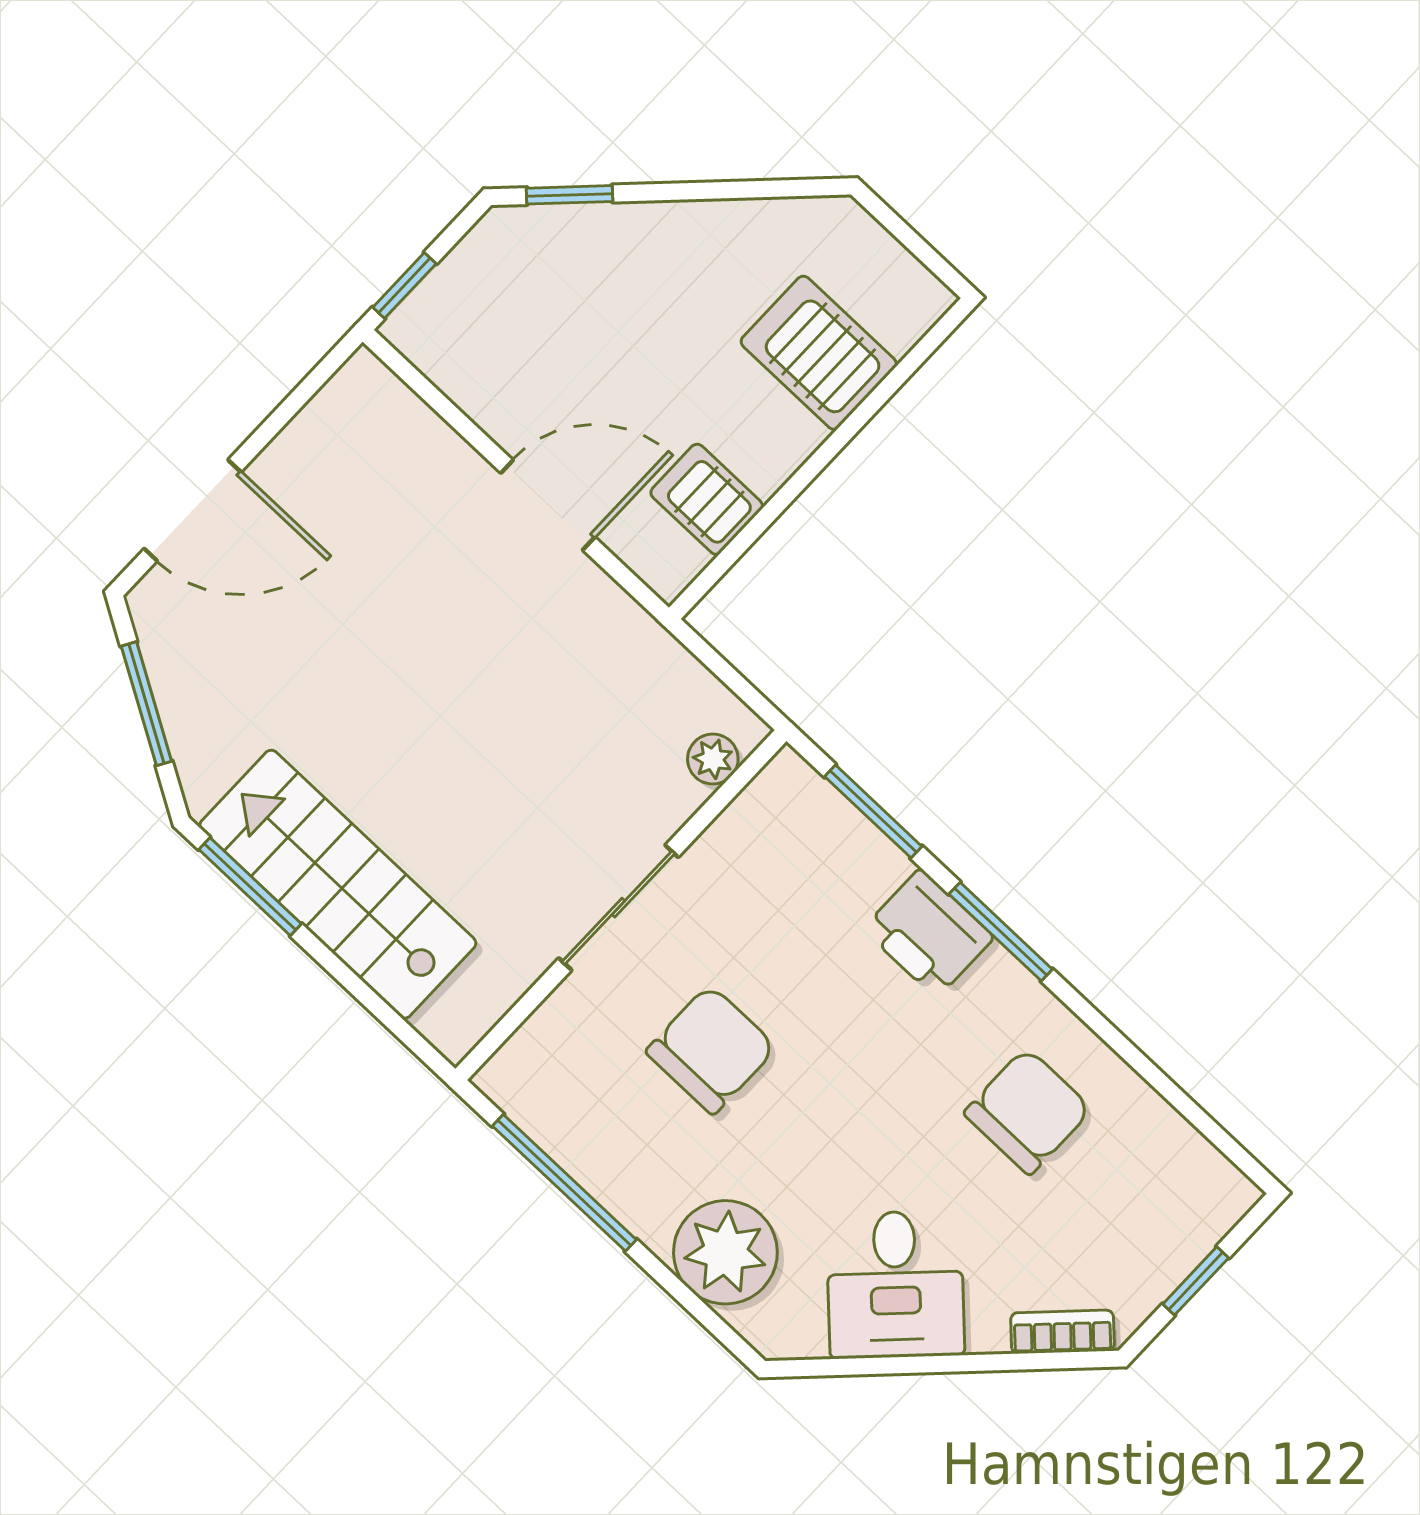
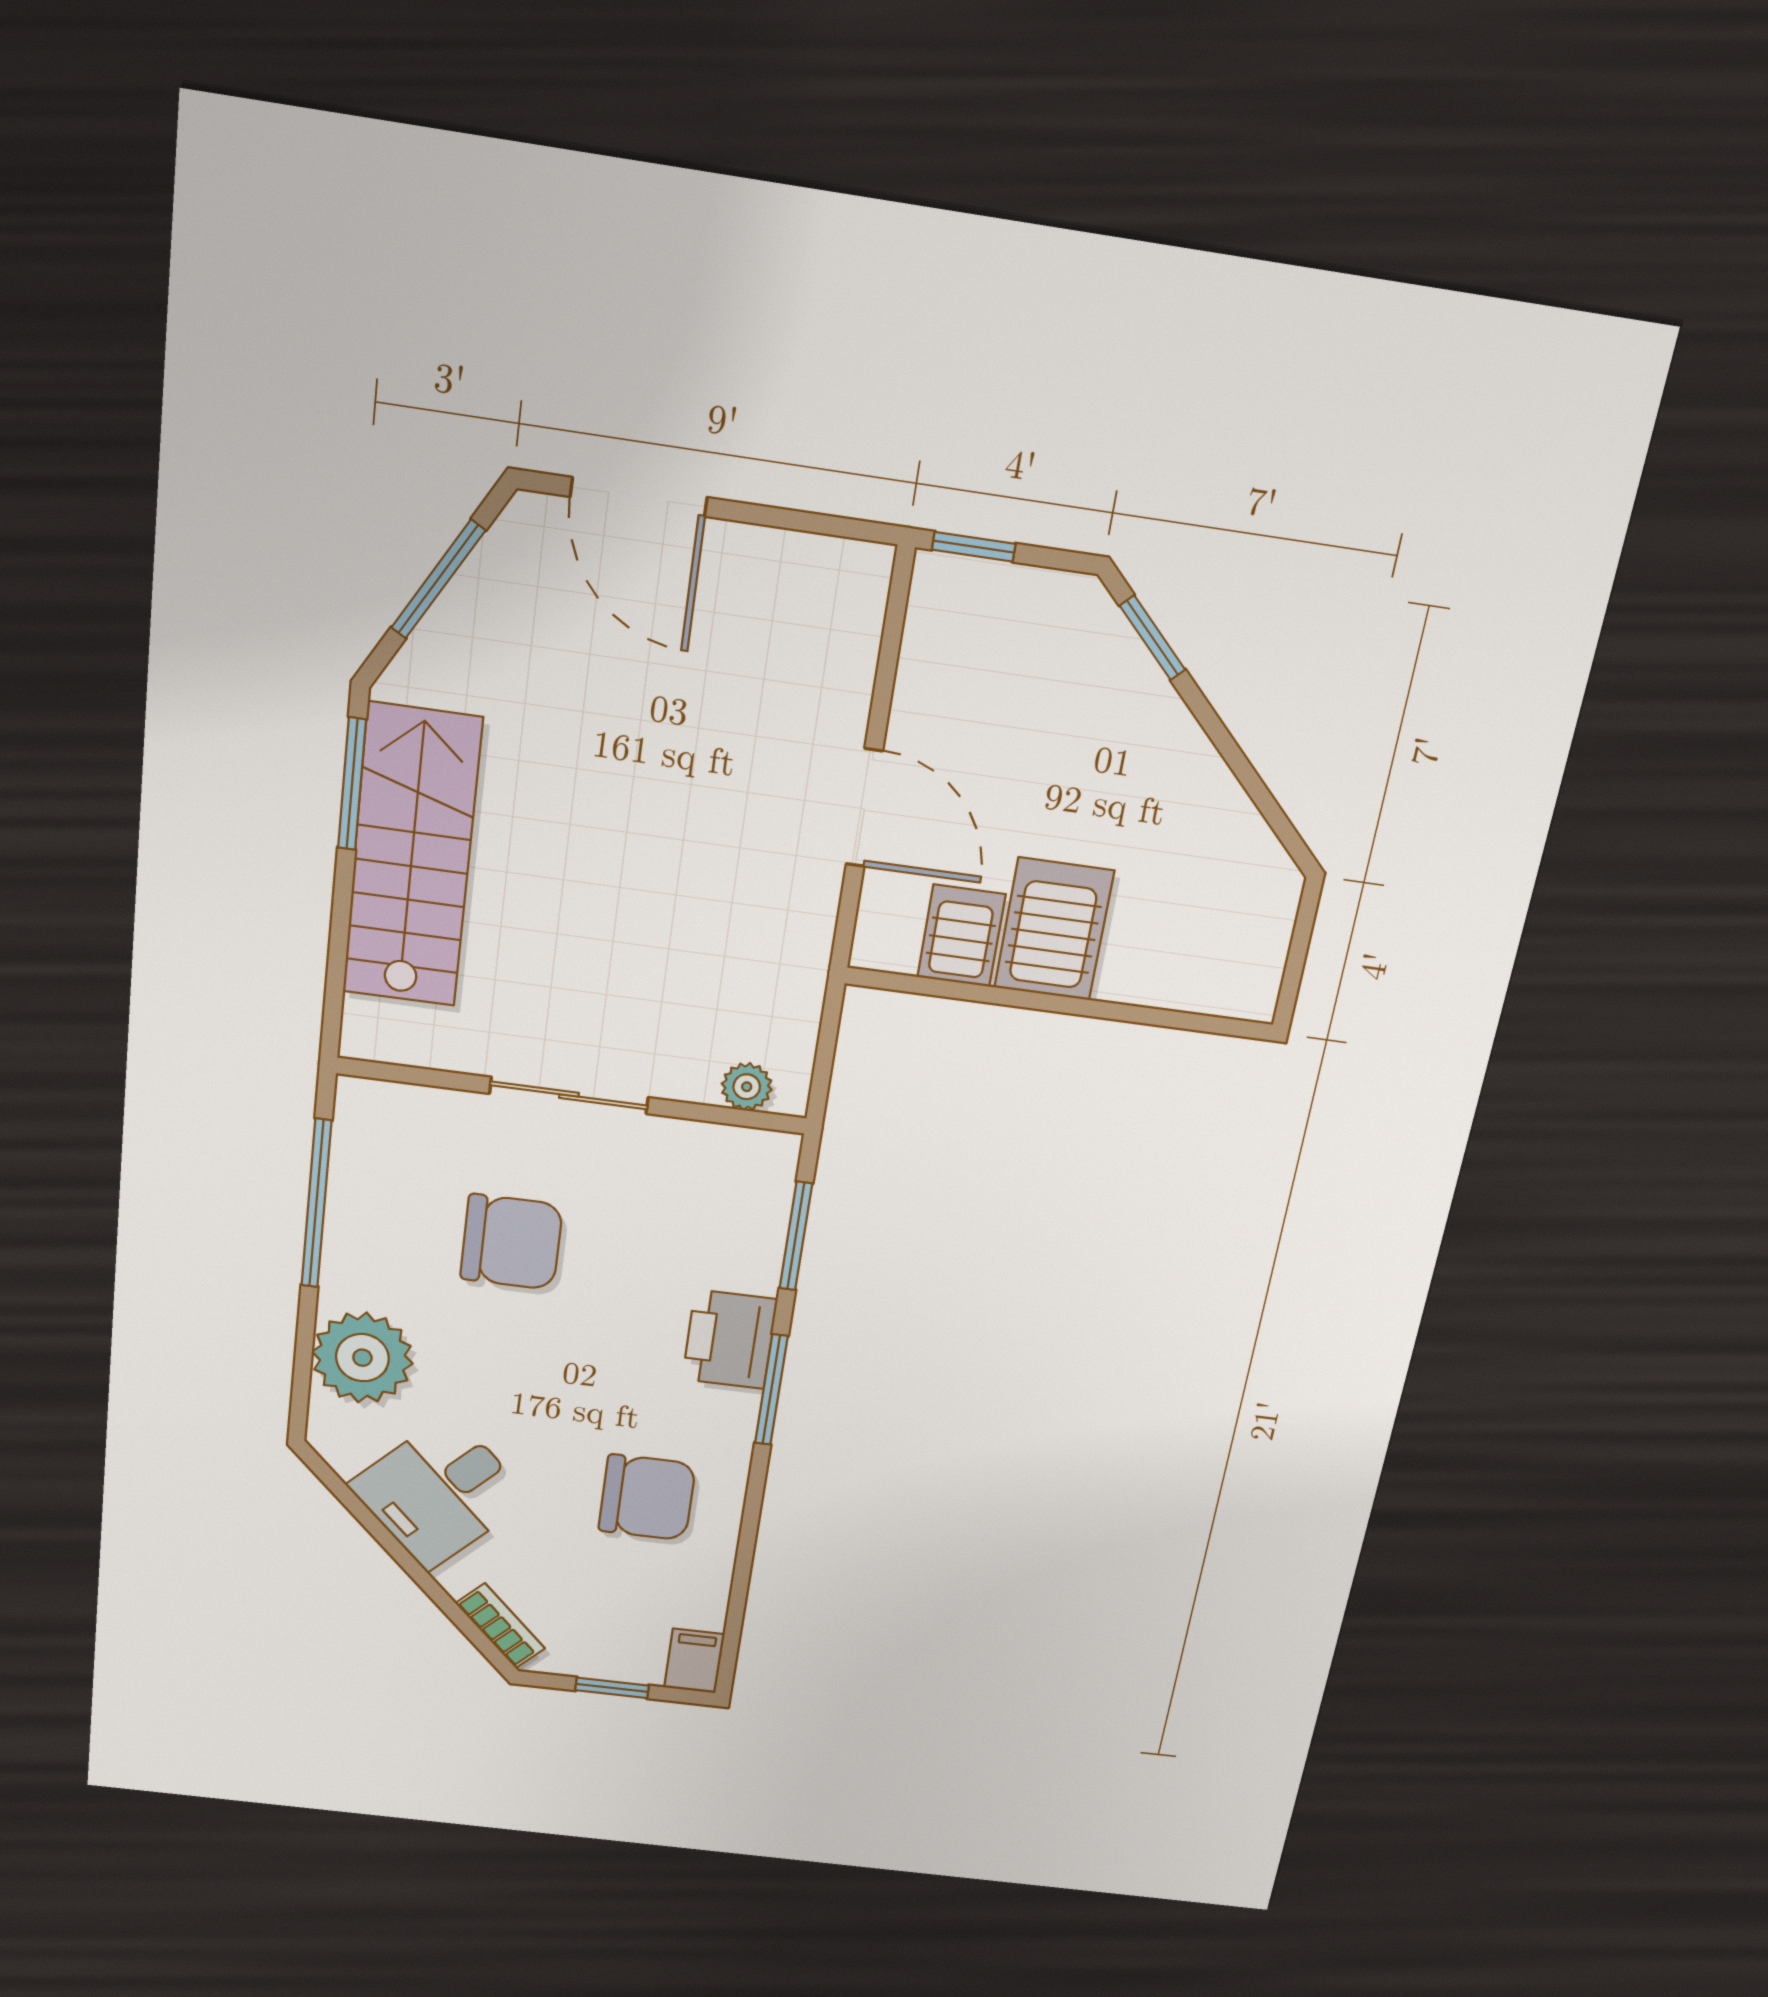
server rack: (819, 353) -> (1054, 929), moved
filing cabinet: (1220, 1188) -> (694, 1661), added

